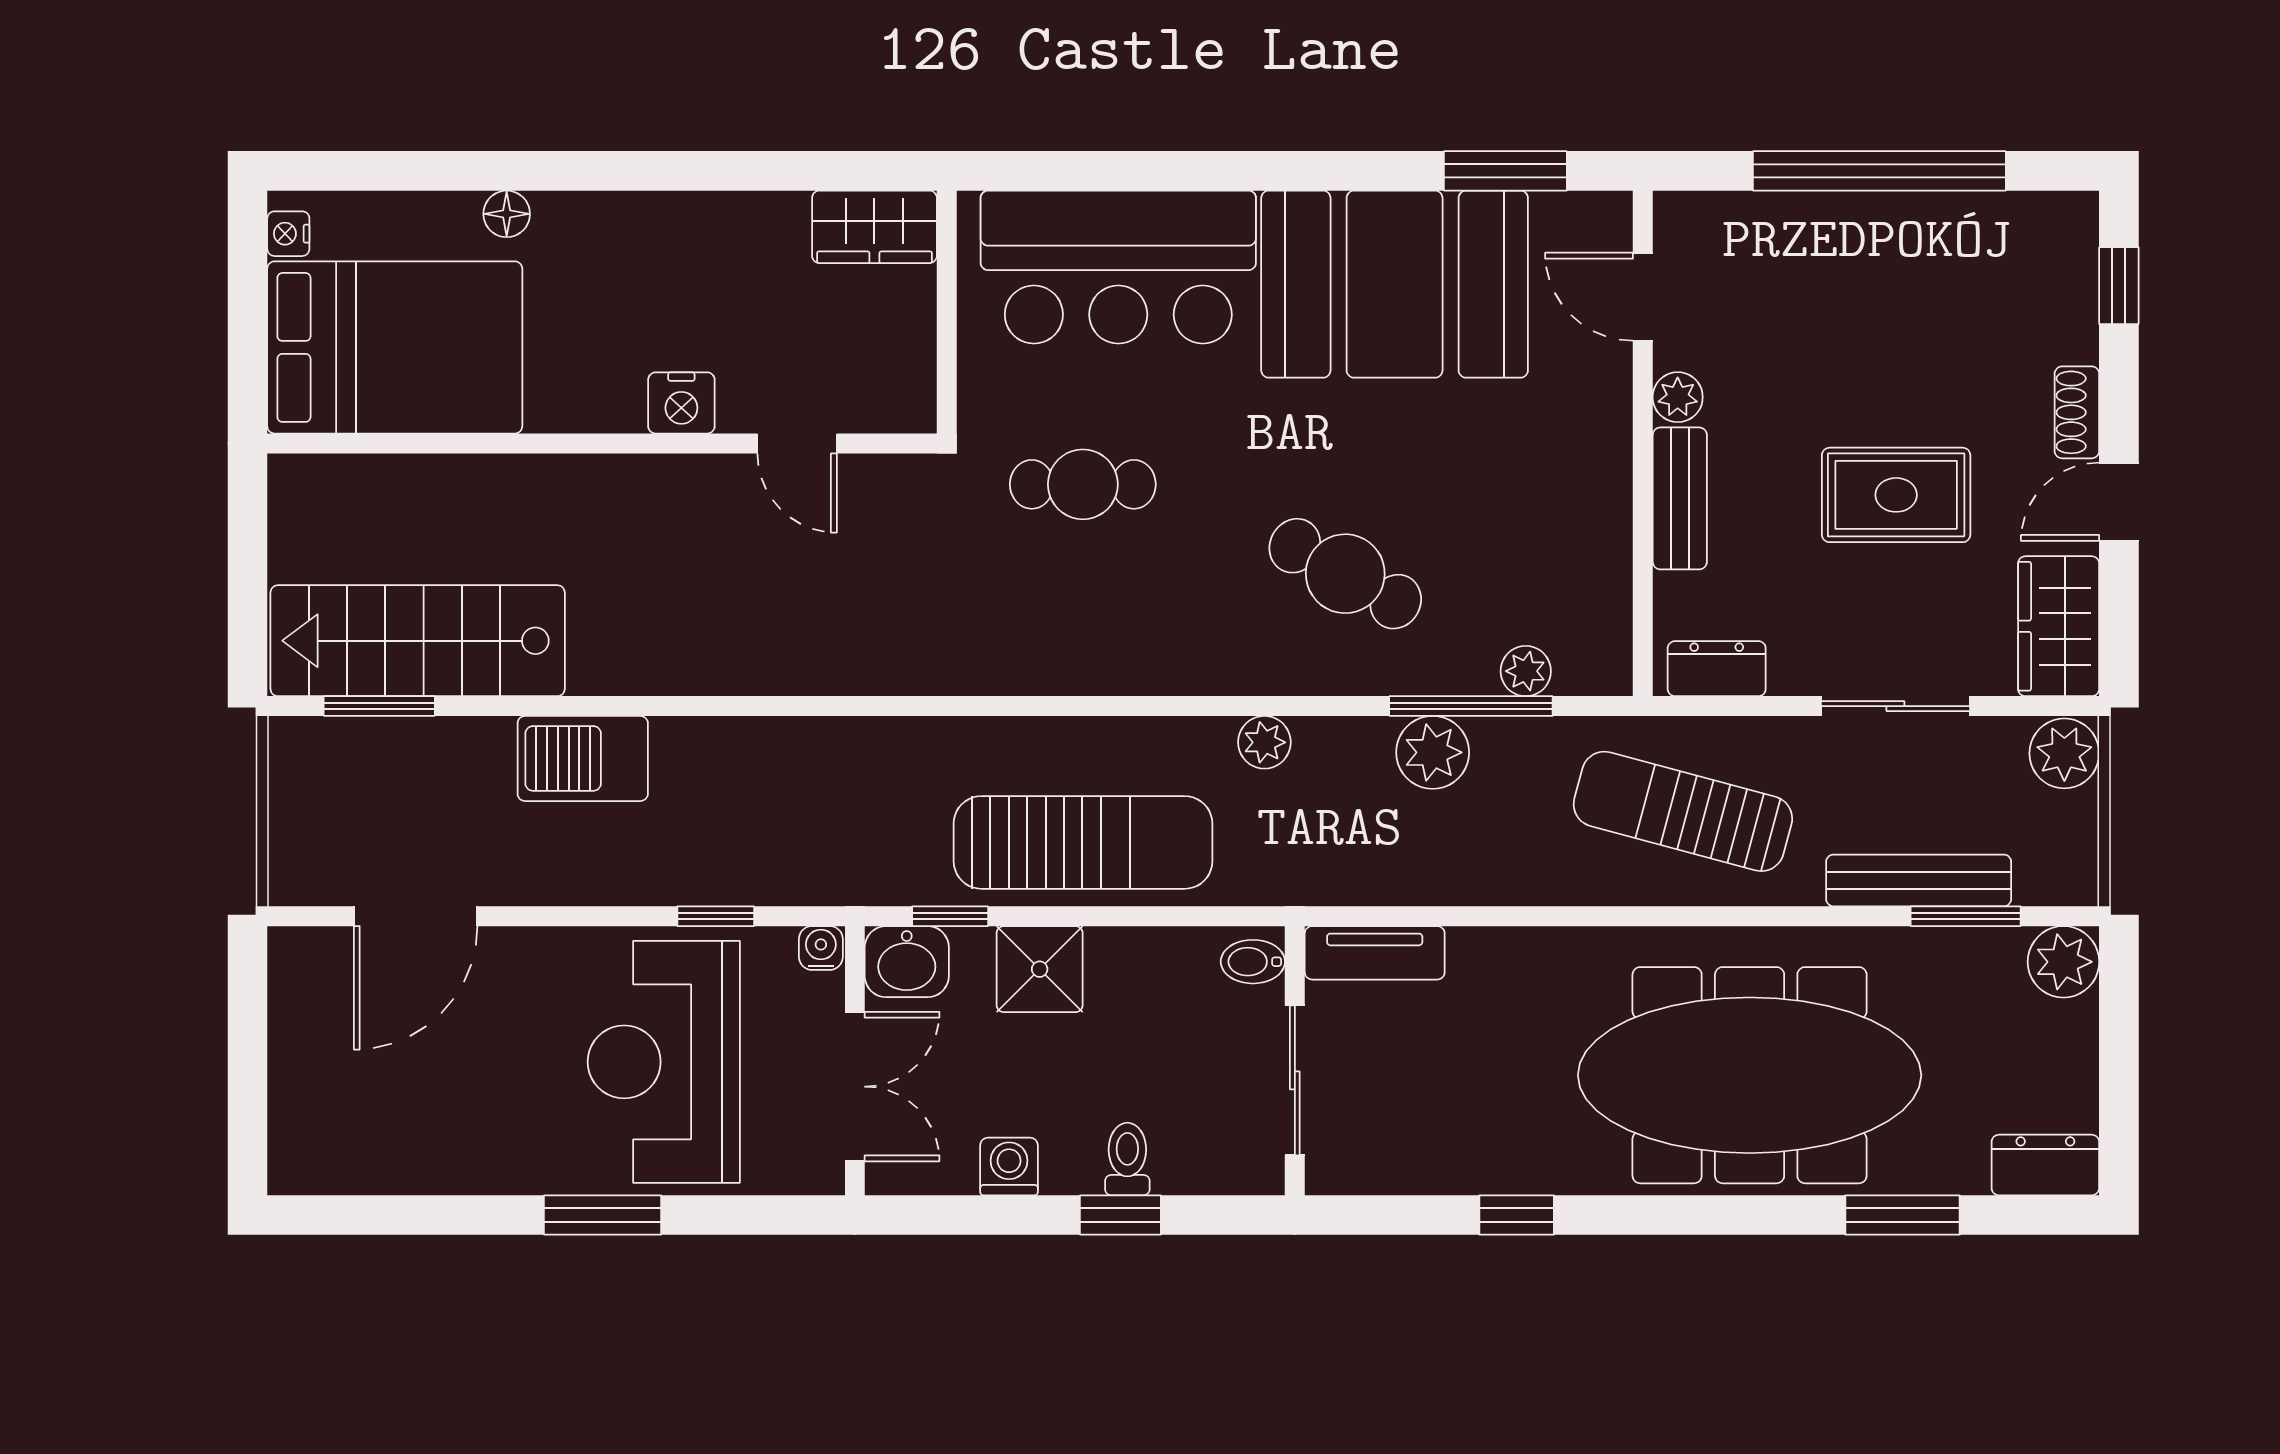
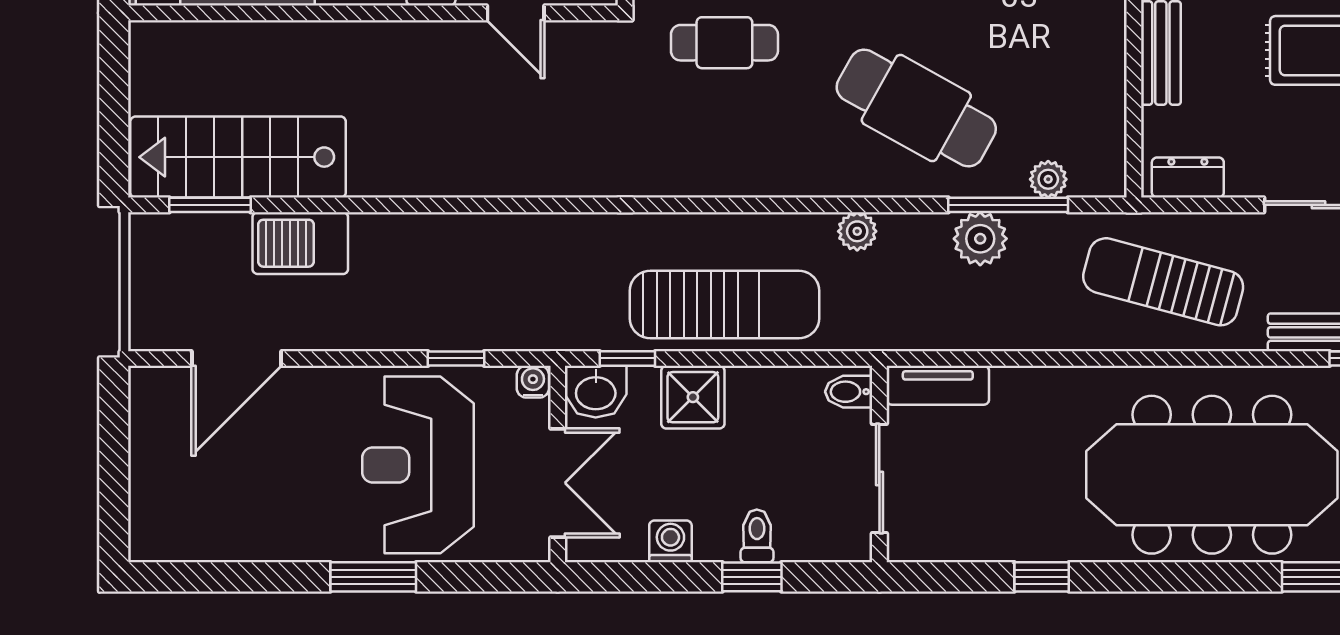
cafe table: (1345, 574) -> (916, 108), width x1.37, depth x1.35
barbecue: (583, 758) -> (300, 243), moved

